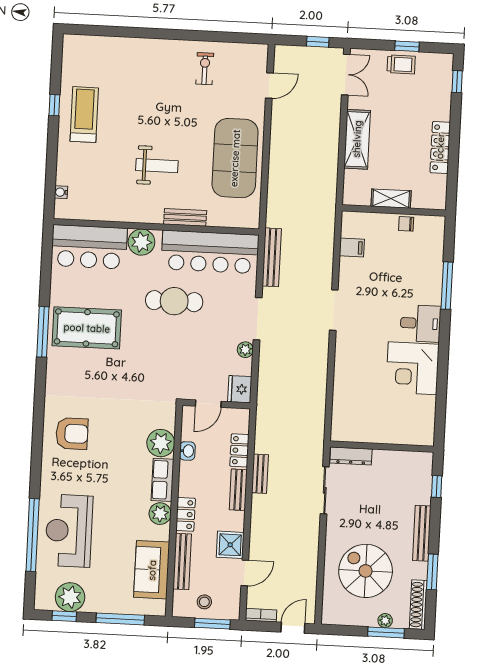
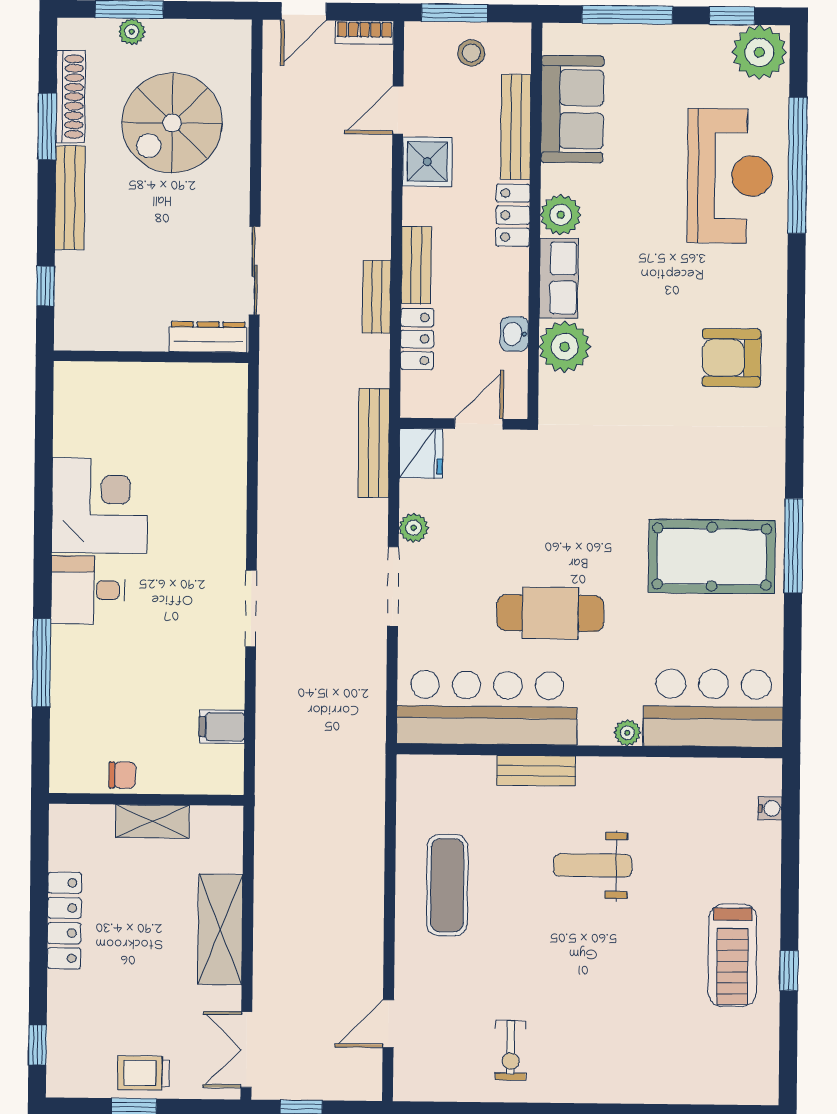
exercise mat: (235, 158) -> (447, 885), width x0.50, depth x0.69
plant: (141, 242) -> (627, 733), width x0.53, depth x0.53
bench: (272, 257) -> (374, 443), moved
spiral stairs: (366, 571) -> (172, 123), turned 90
plant: (70, 597) -> (759, 52), moved
shoe rack: (418, 605) -> (71, 97), moved

